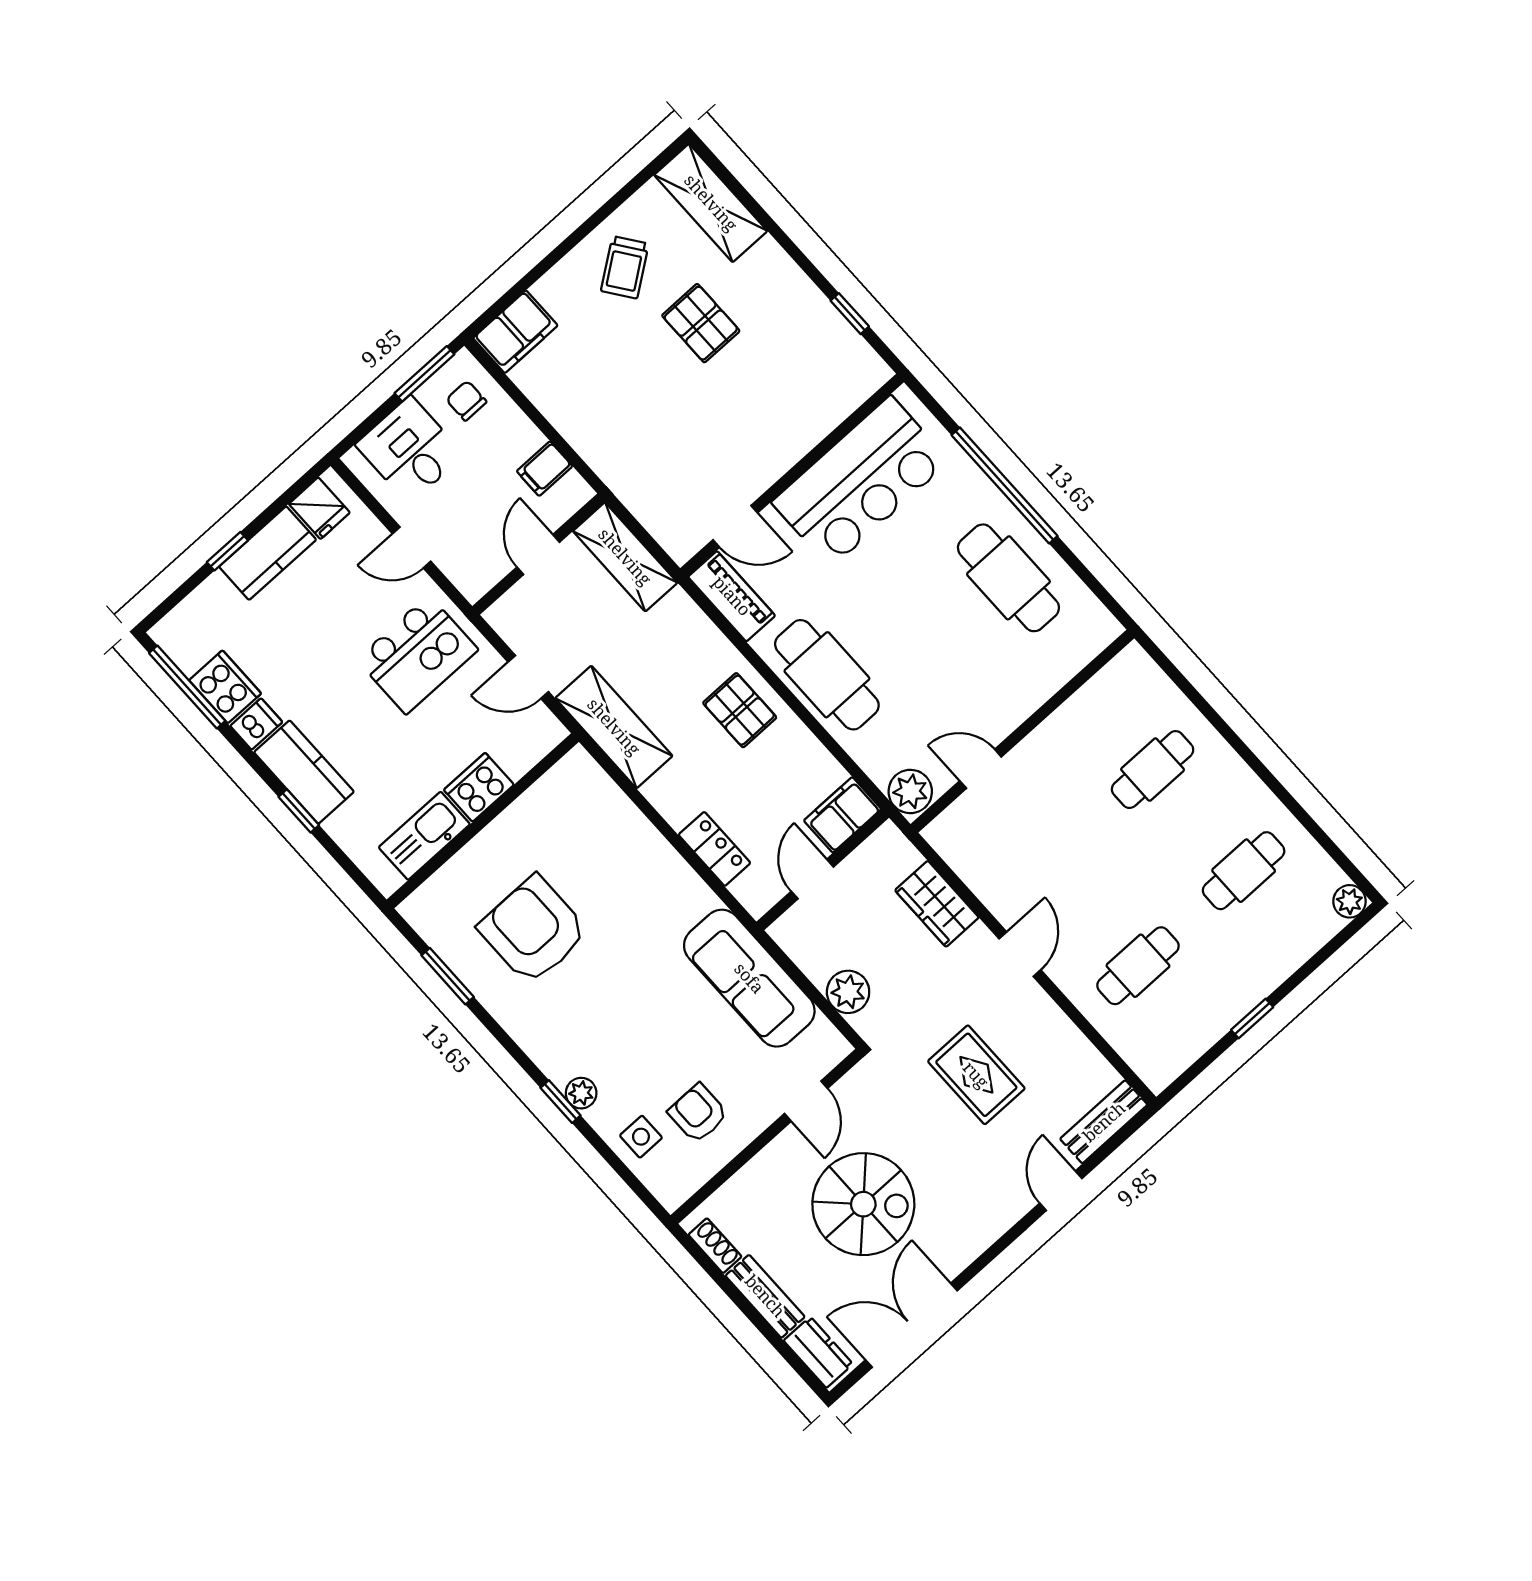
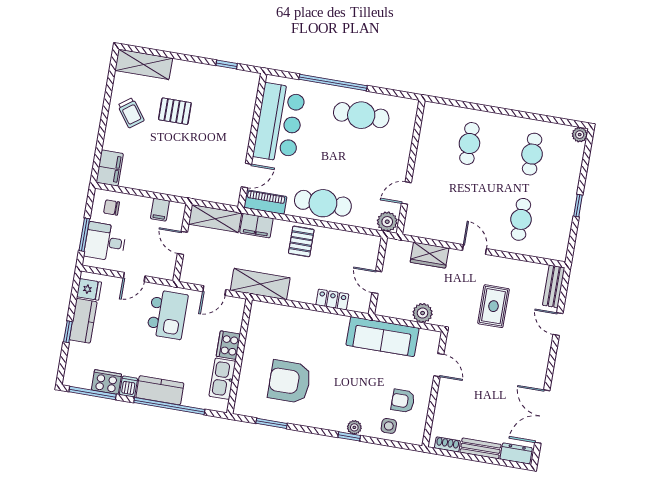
window: (424, 374) -> (84, 235), moved
pallet: (740, 710) -> (301, 241), turned 90
window: (299, 811) -> (169, 406), width x3.17
filing cabinet: (842, 815) -> (256, 226), moved, turned -90
rug: (976, 1075) -> (493, 306), turned 90
spiral stairs: (863, 1204) -> (490, 386), removed

